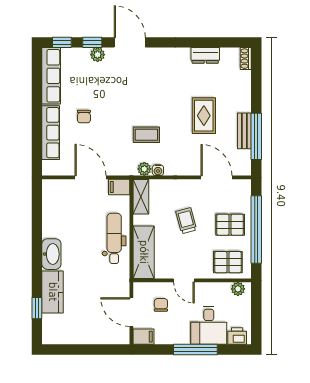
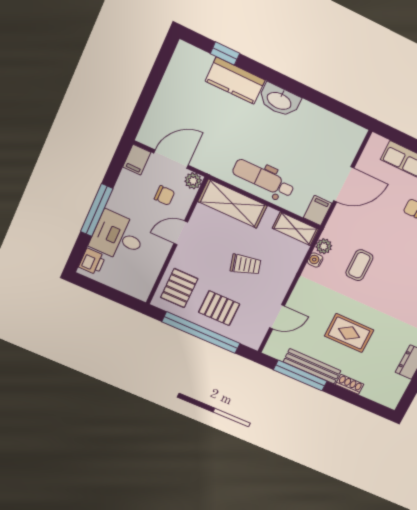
shoe rack: (246, 59) -> (350, 384), moved
bench: (244, 131) -> (312, 366), width x1.36
door: (216, 177) -> (277, 317), width x0.73
pallet: (230, 225) -> (219, 308), turned 90
dental chair: (114, 238) -> (263, 179), turned 180
plant: (238, 289) -> (193, 181), moved

